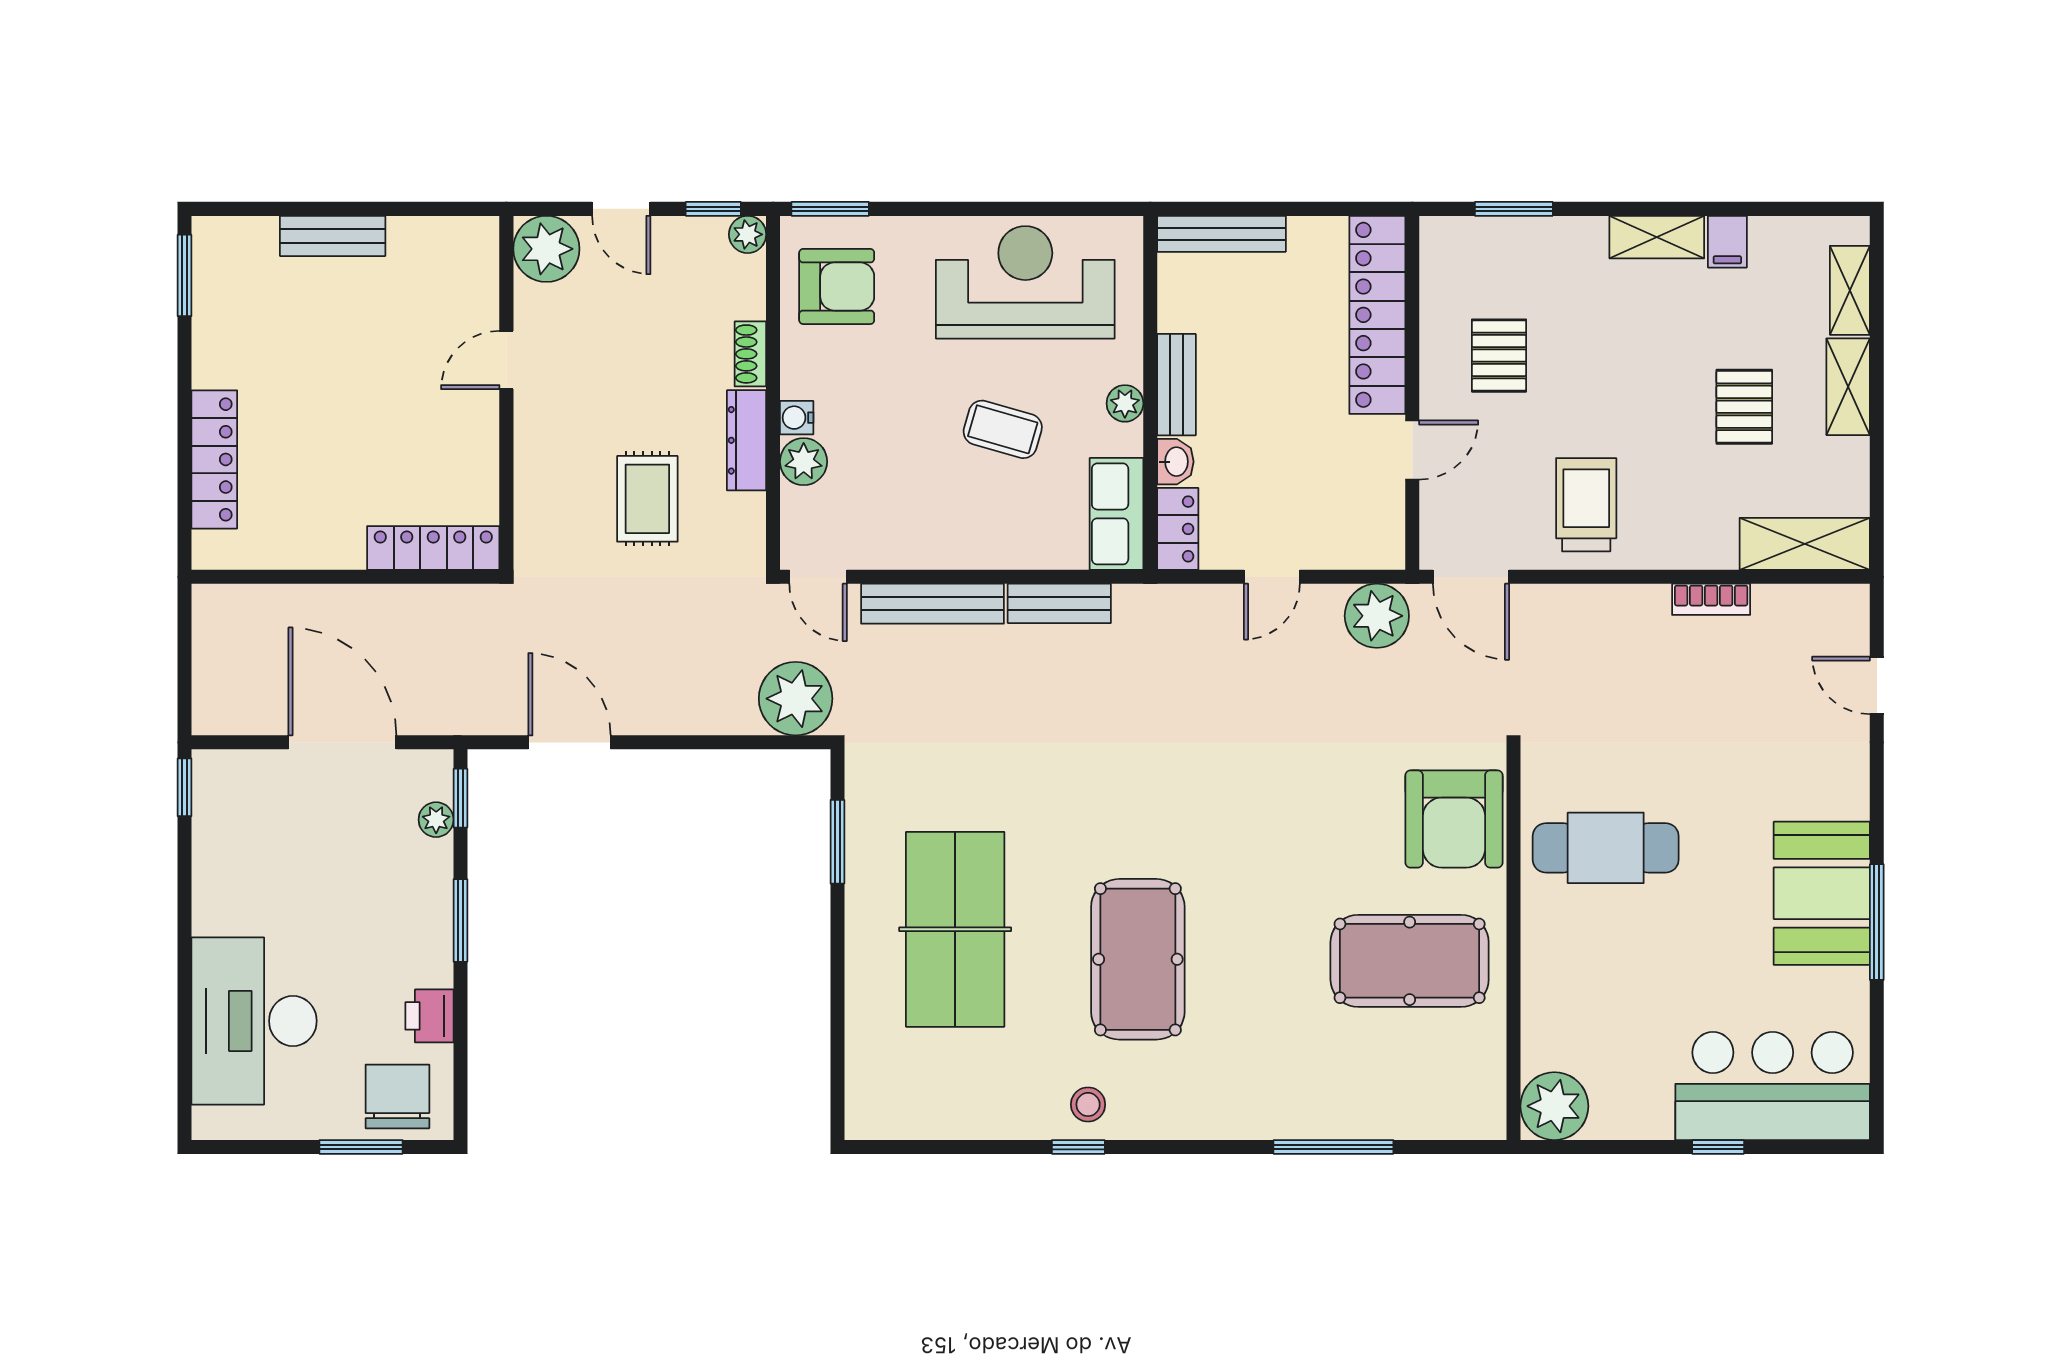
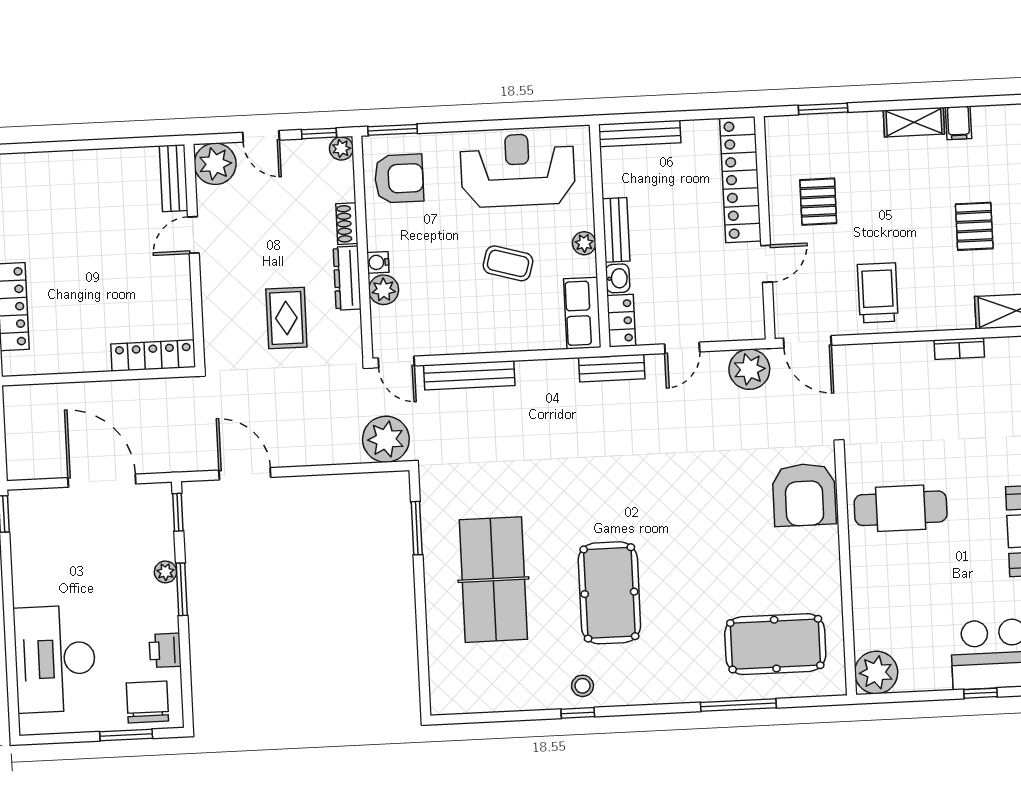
bench: (333, 236) -> (174, 178), moved, turned 90
bench: (1059, 603) -> (612, 368), moved
plant: (436, 820) -> (165, 572), moved
pool table: (1410, 961) -> (775, 644), moved

